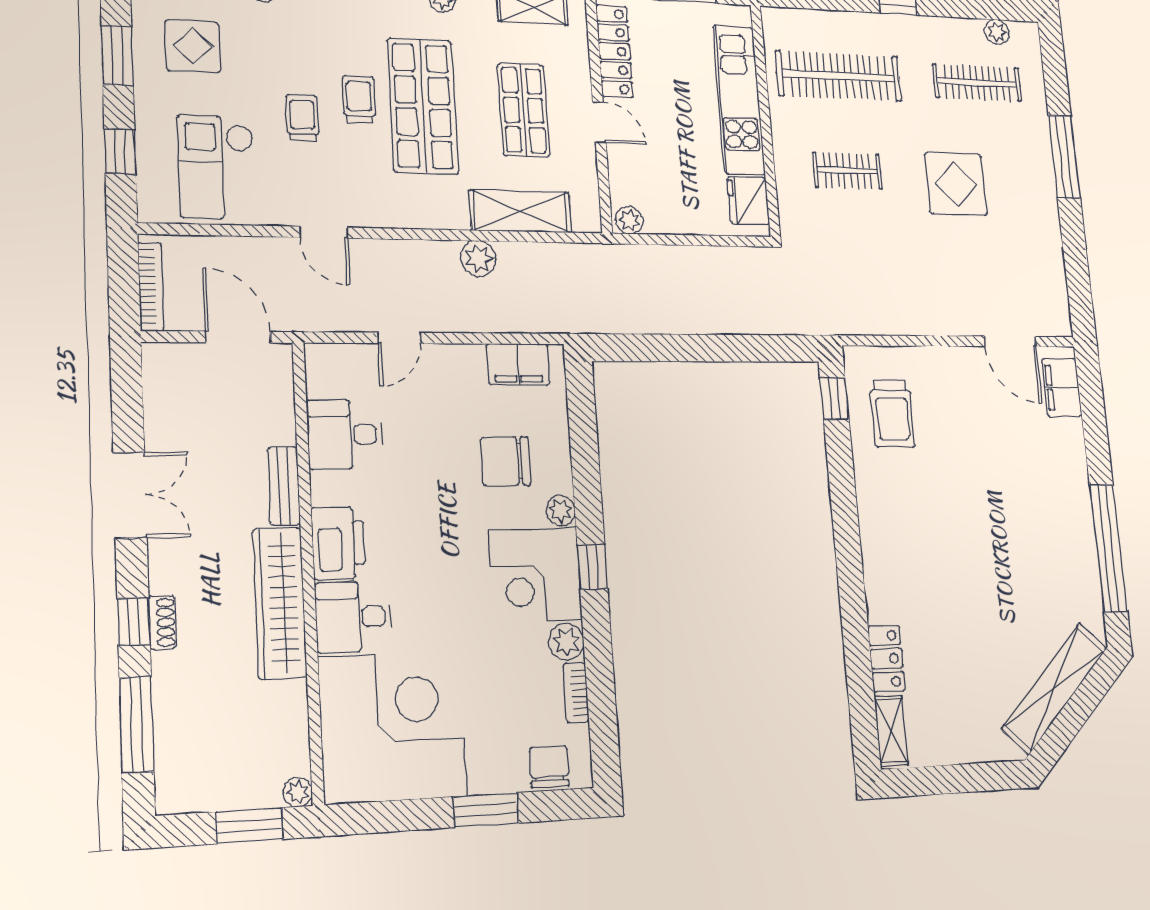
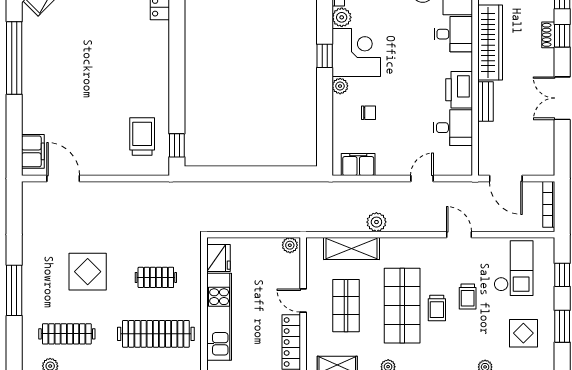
chair: (506, 461) -> (368, 113), width x0.54, depth x0.54
printer: (338, 543) -> (459, 90), moved

